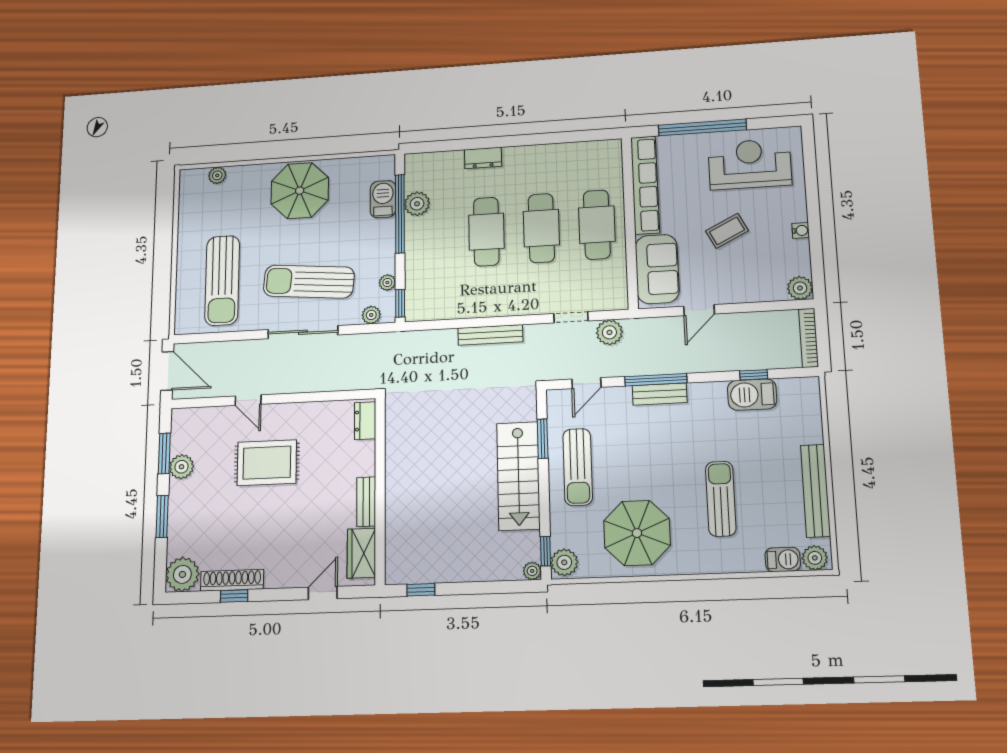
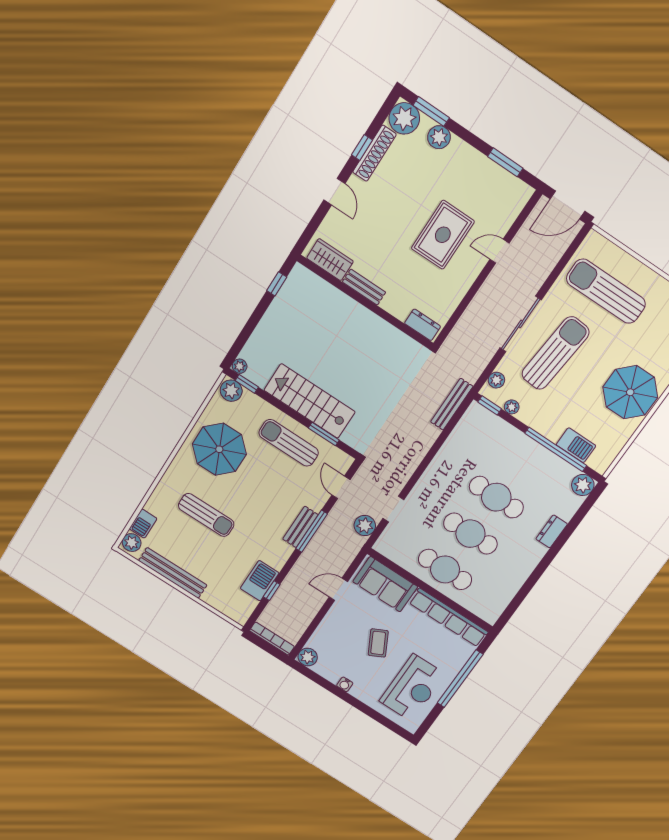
plant: (417, 204) -> (583, 485), moved
door: (699, 310) -> (338, 589), hinge flipped
bench: (490, 335) -> (452, 404), moved
plant: (181, 467) -> (439, 137), moved
window: (162, 516) -> (431, 112), moved
door: (323, 593) -> (334, 192), moved

